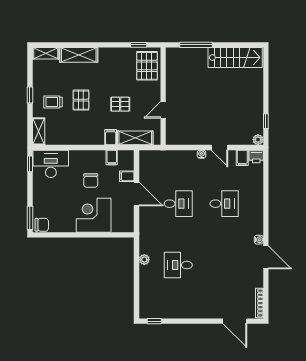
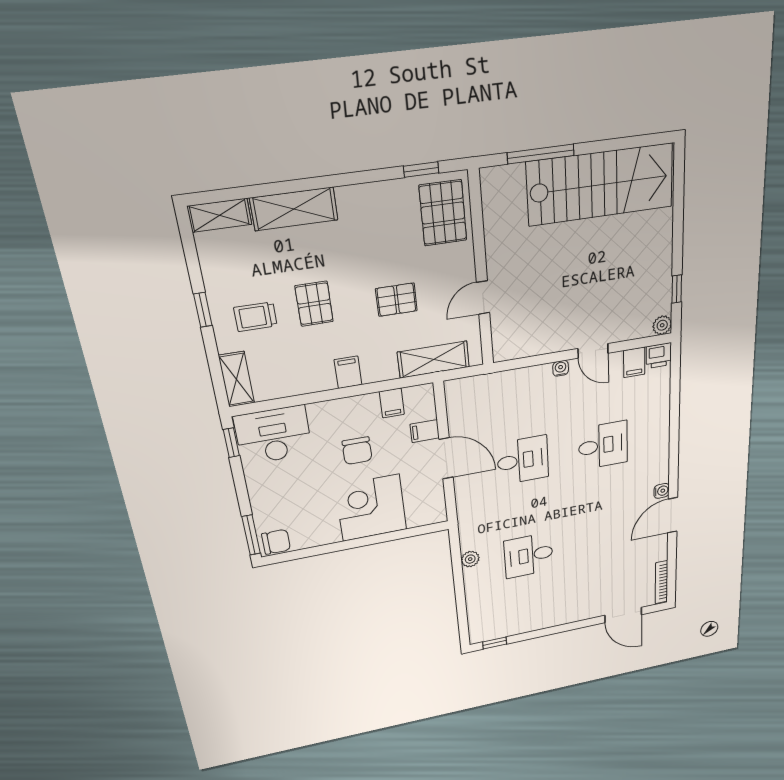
stairs: (235, 58) -> (600, 185), width x1.36, depth x1.51
filing cabinet: (111, 137) -> (348, 372), moved
door: (266, 257) -> (673, 515), swing flipped

